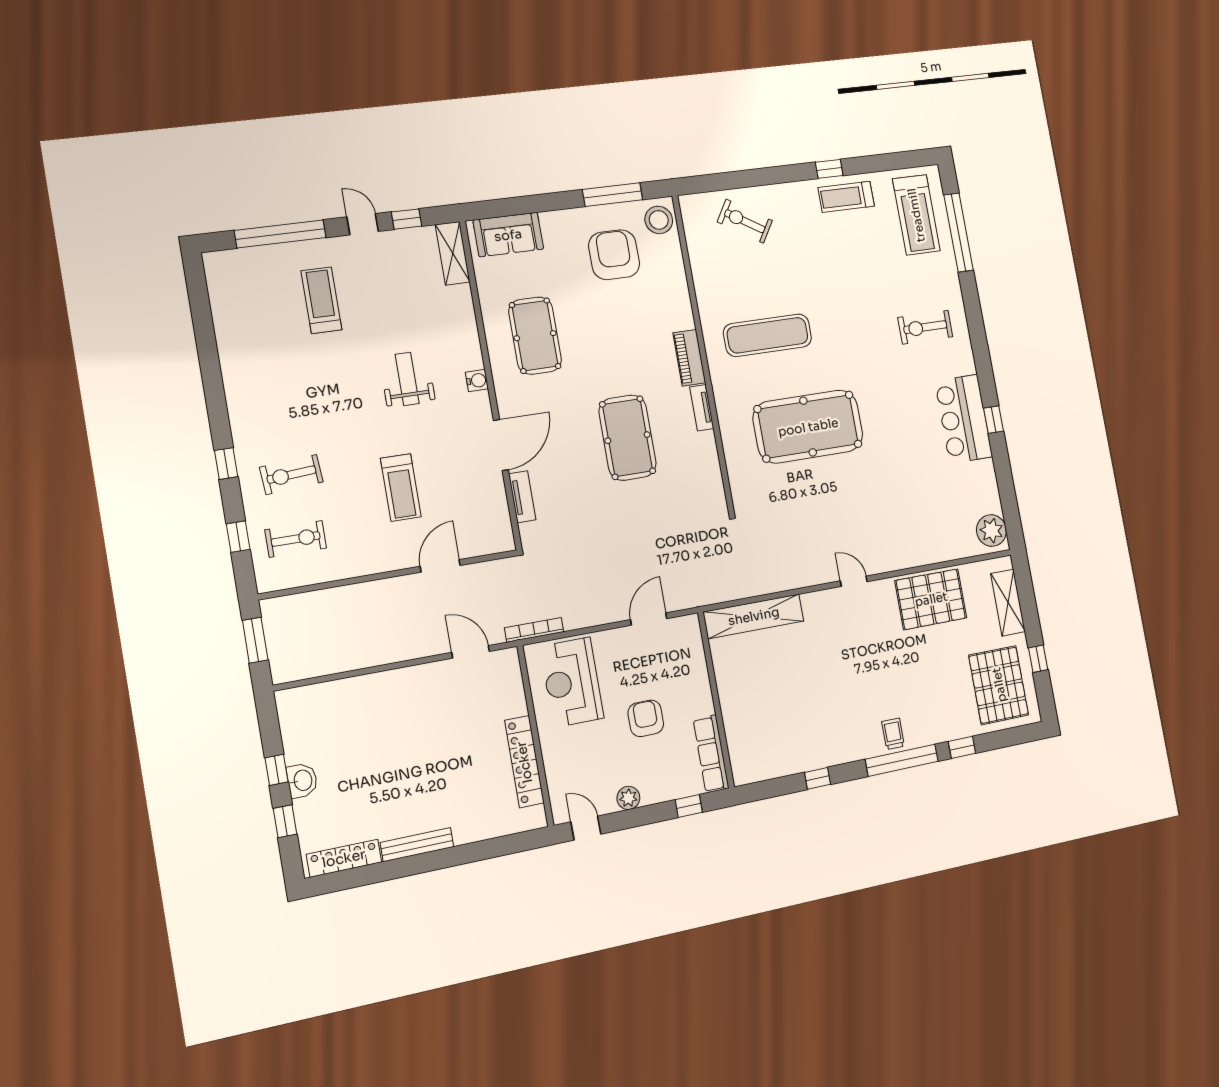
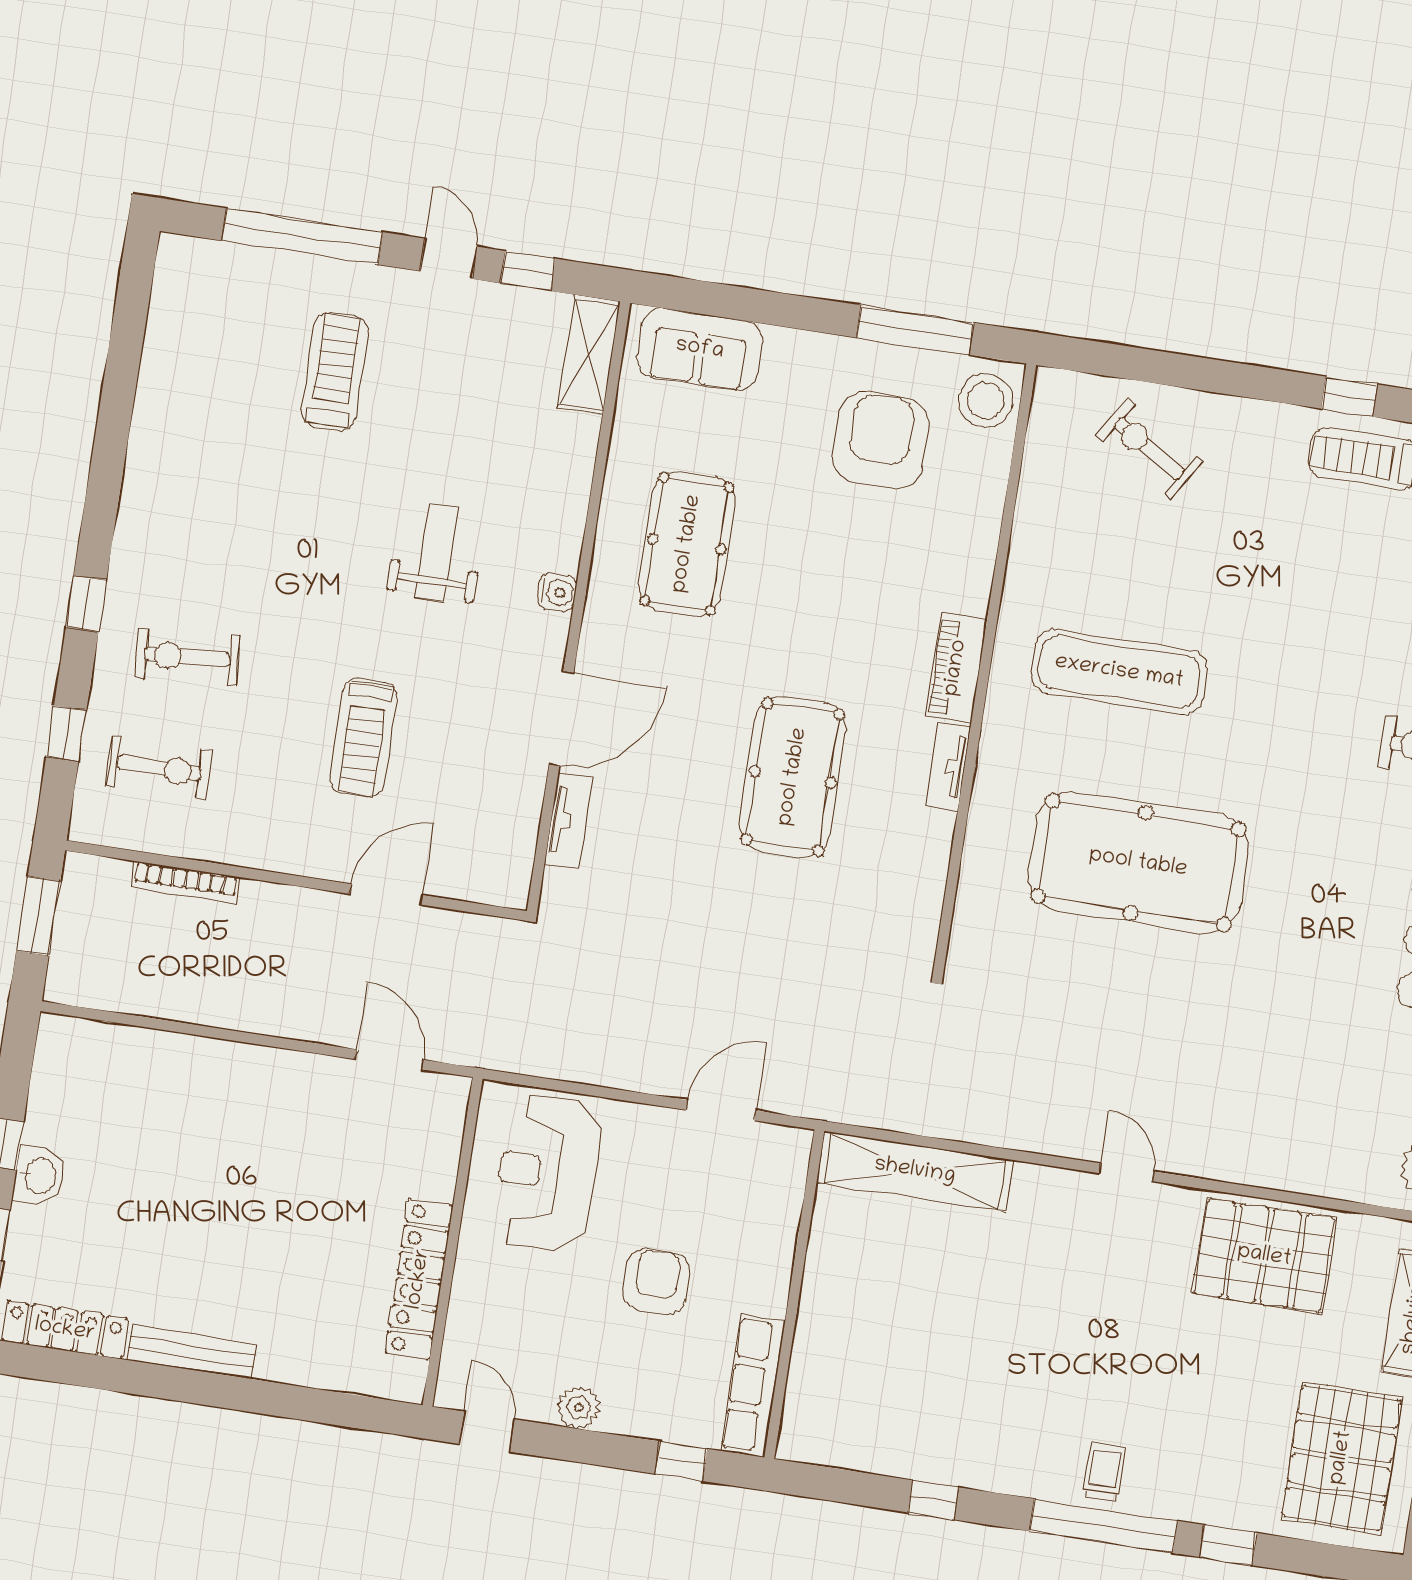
bookcase: (534, 630) -> (185, 882), moved, turned 180

